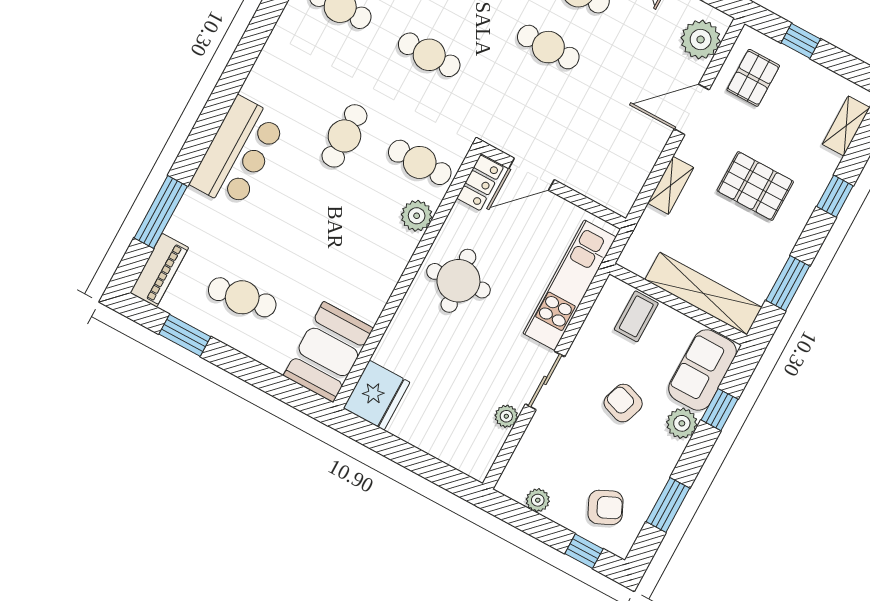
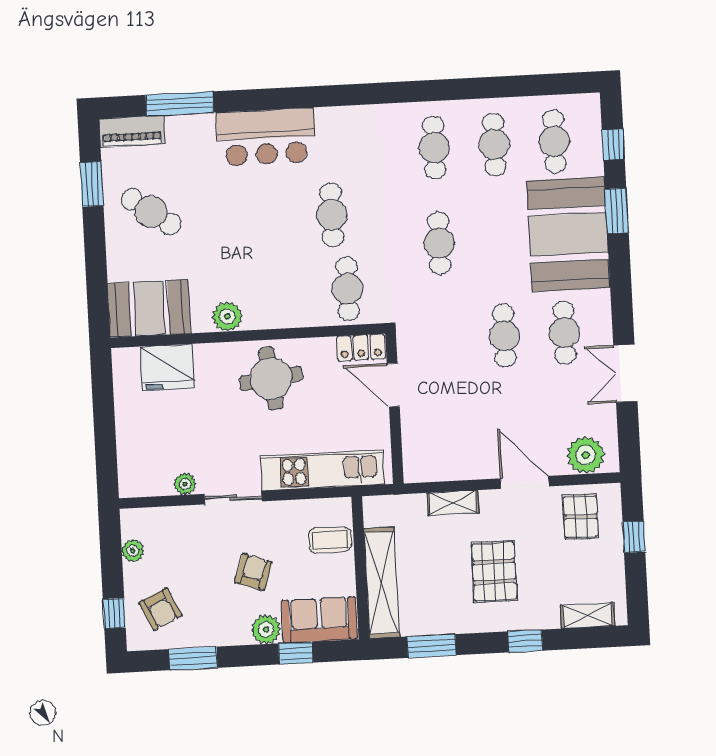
pallet: (753, 78) -> (581, 517), turned 90
cafe table: (344, 136) -> (332, 215), turned 90
plant: (417, 216) -> (227, 316), moved
cafe table: (242, 297) -> (151, 212), turned -45
fridge: (377, 395) -> (167, 367), moved

